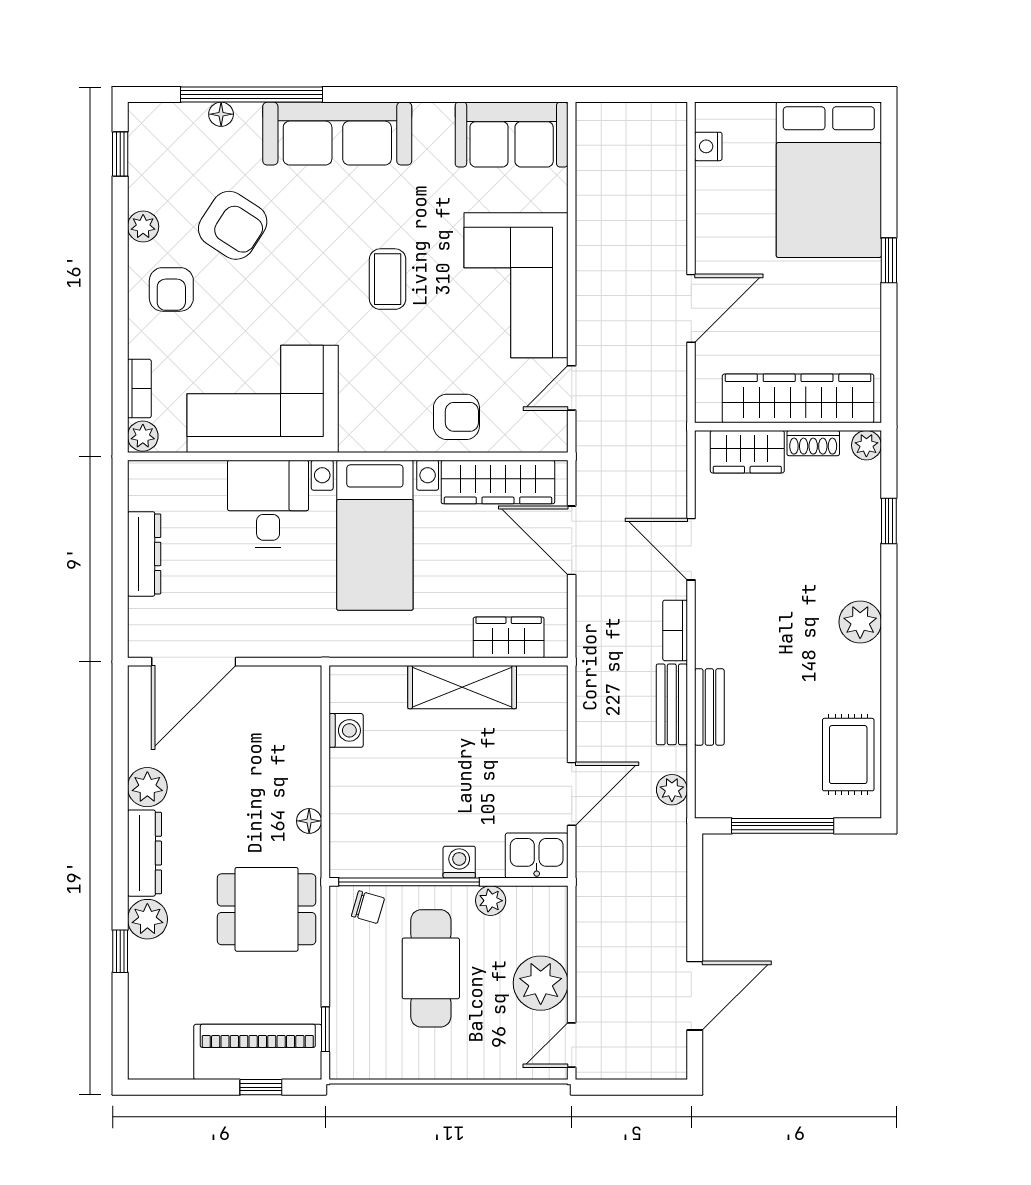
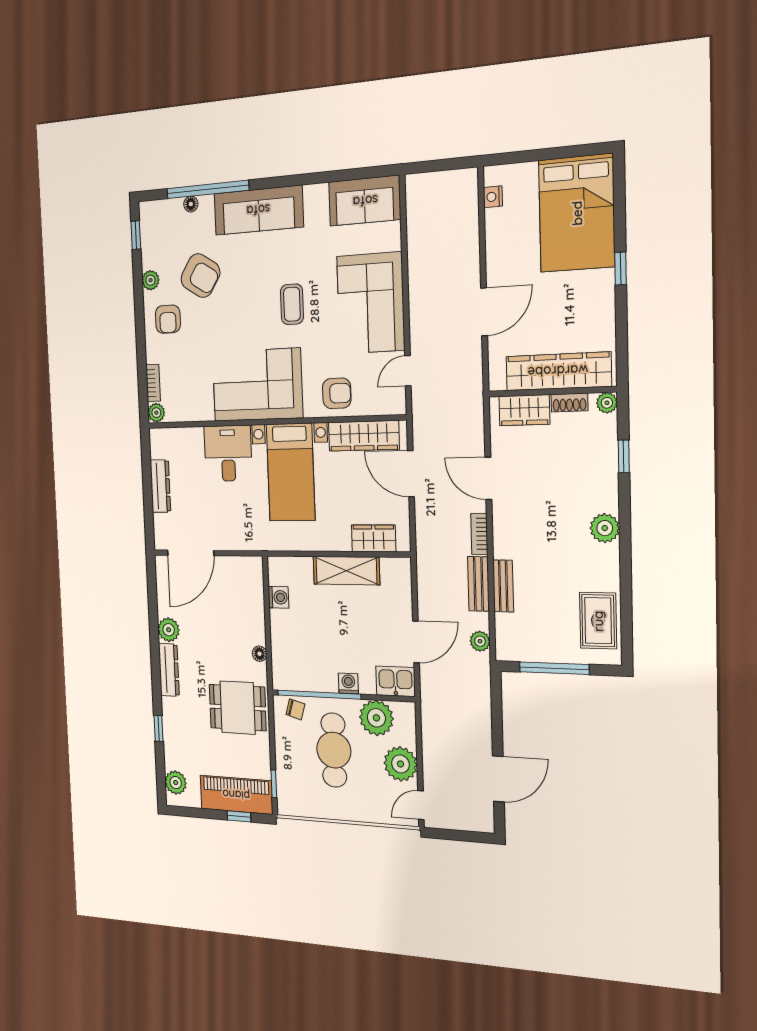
corner sofa: (263, 399) -> (257, 385), moved
plant: (491, 901) -> (376, 718), width x1.88, depth x1.88
plant: (147, 919) -> (176, 783), moved

